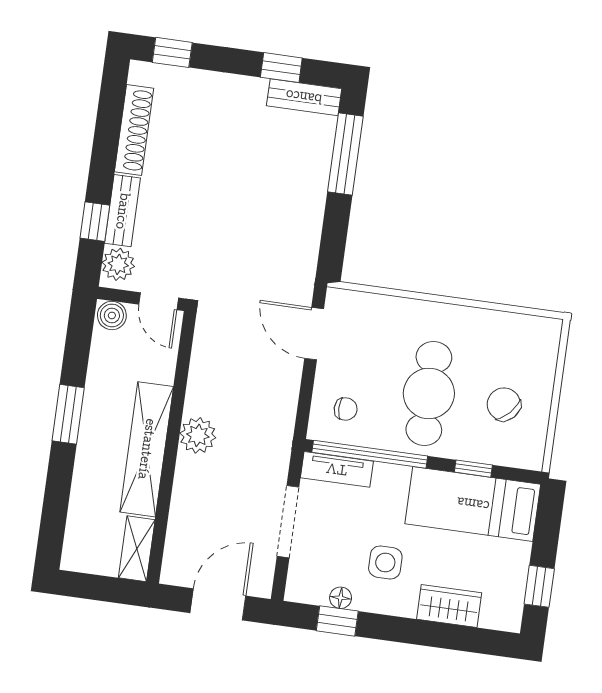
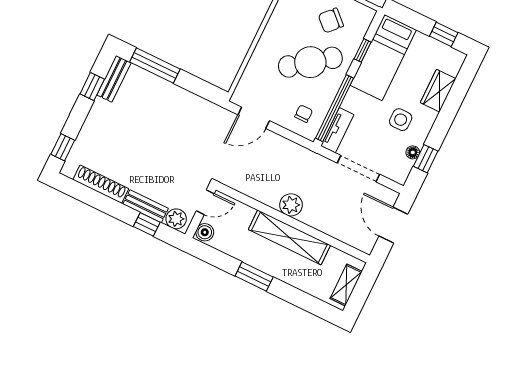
cafe table: (429, 393) -> (310, 62), turned -37
shelving: (137, 549) -> (346, 285), moved, turned 90

